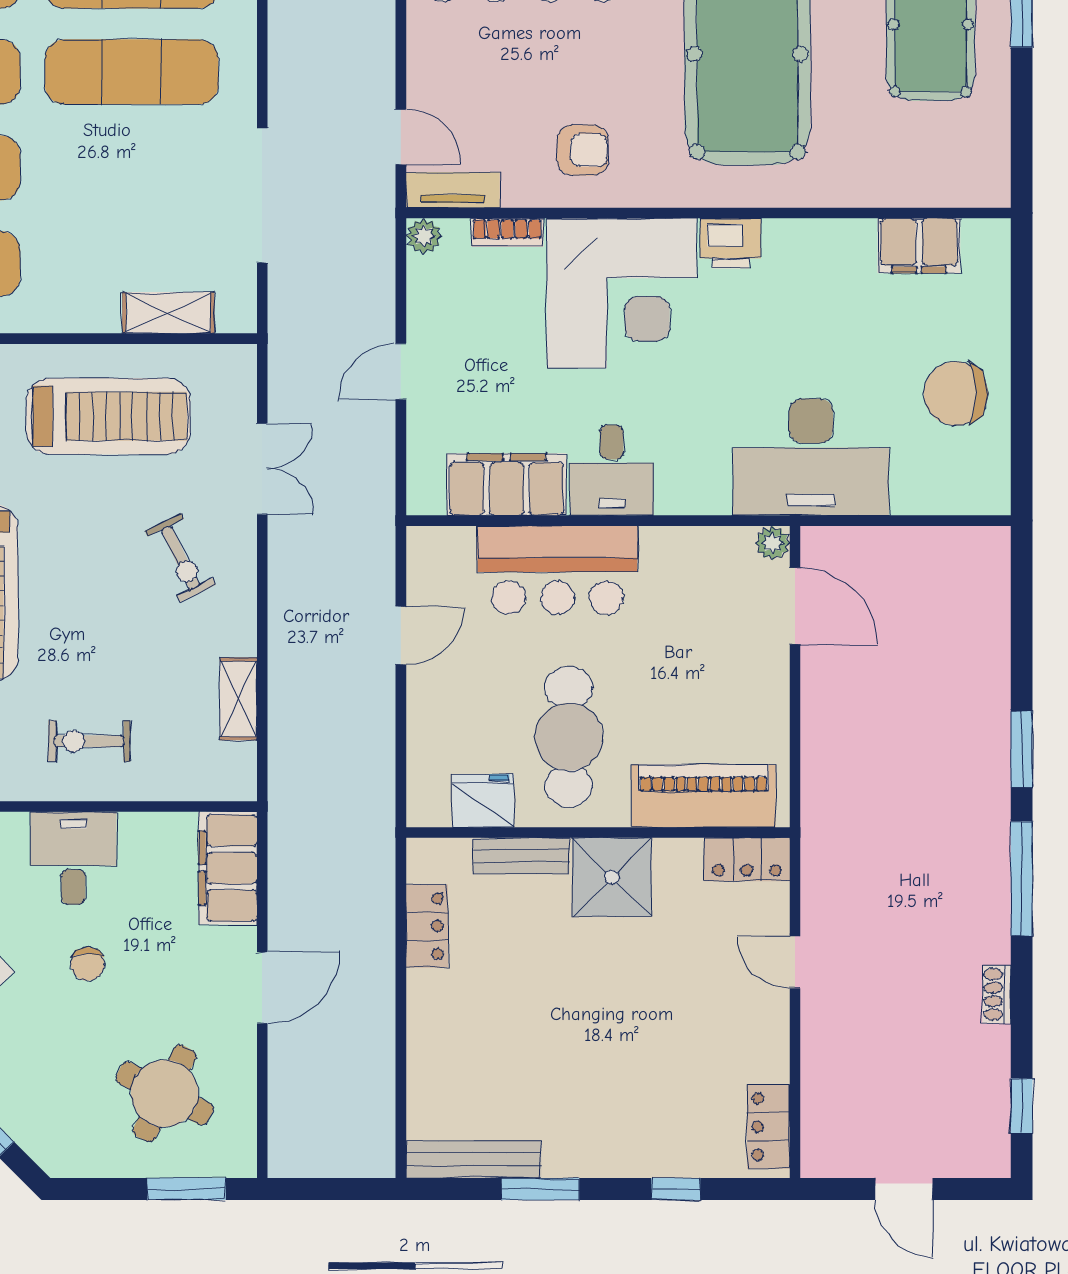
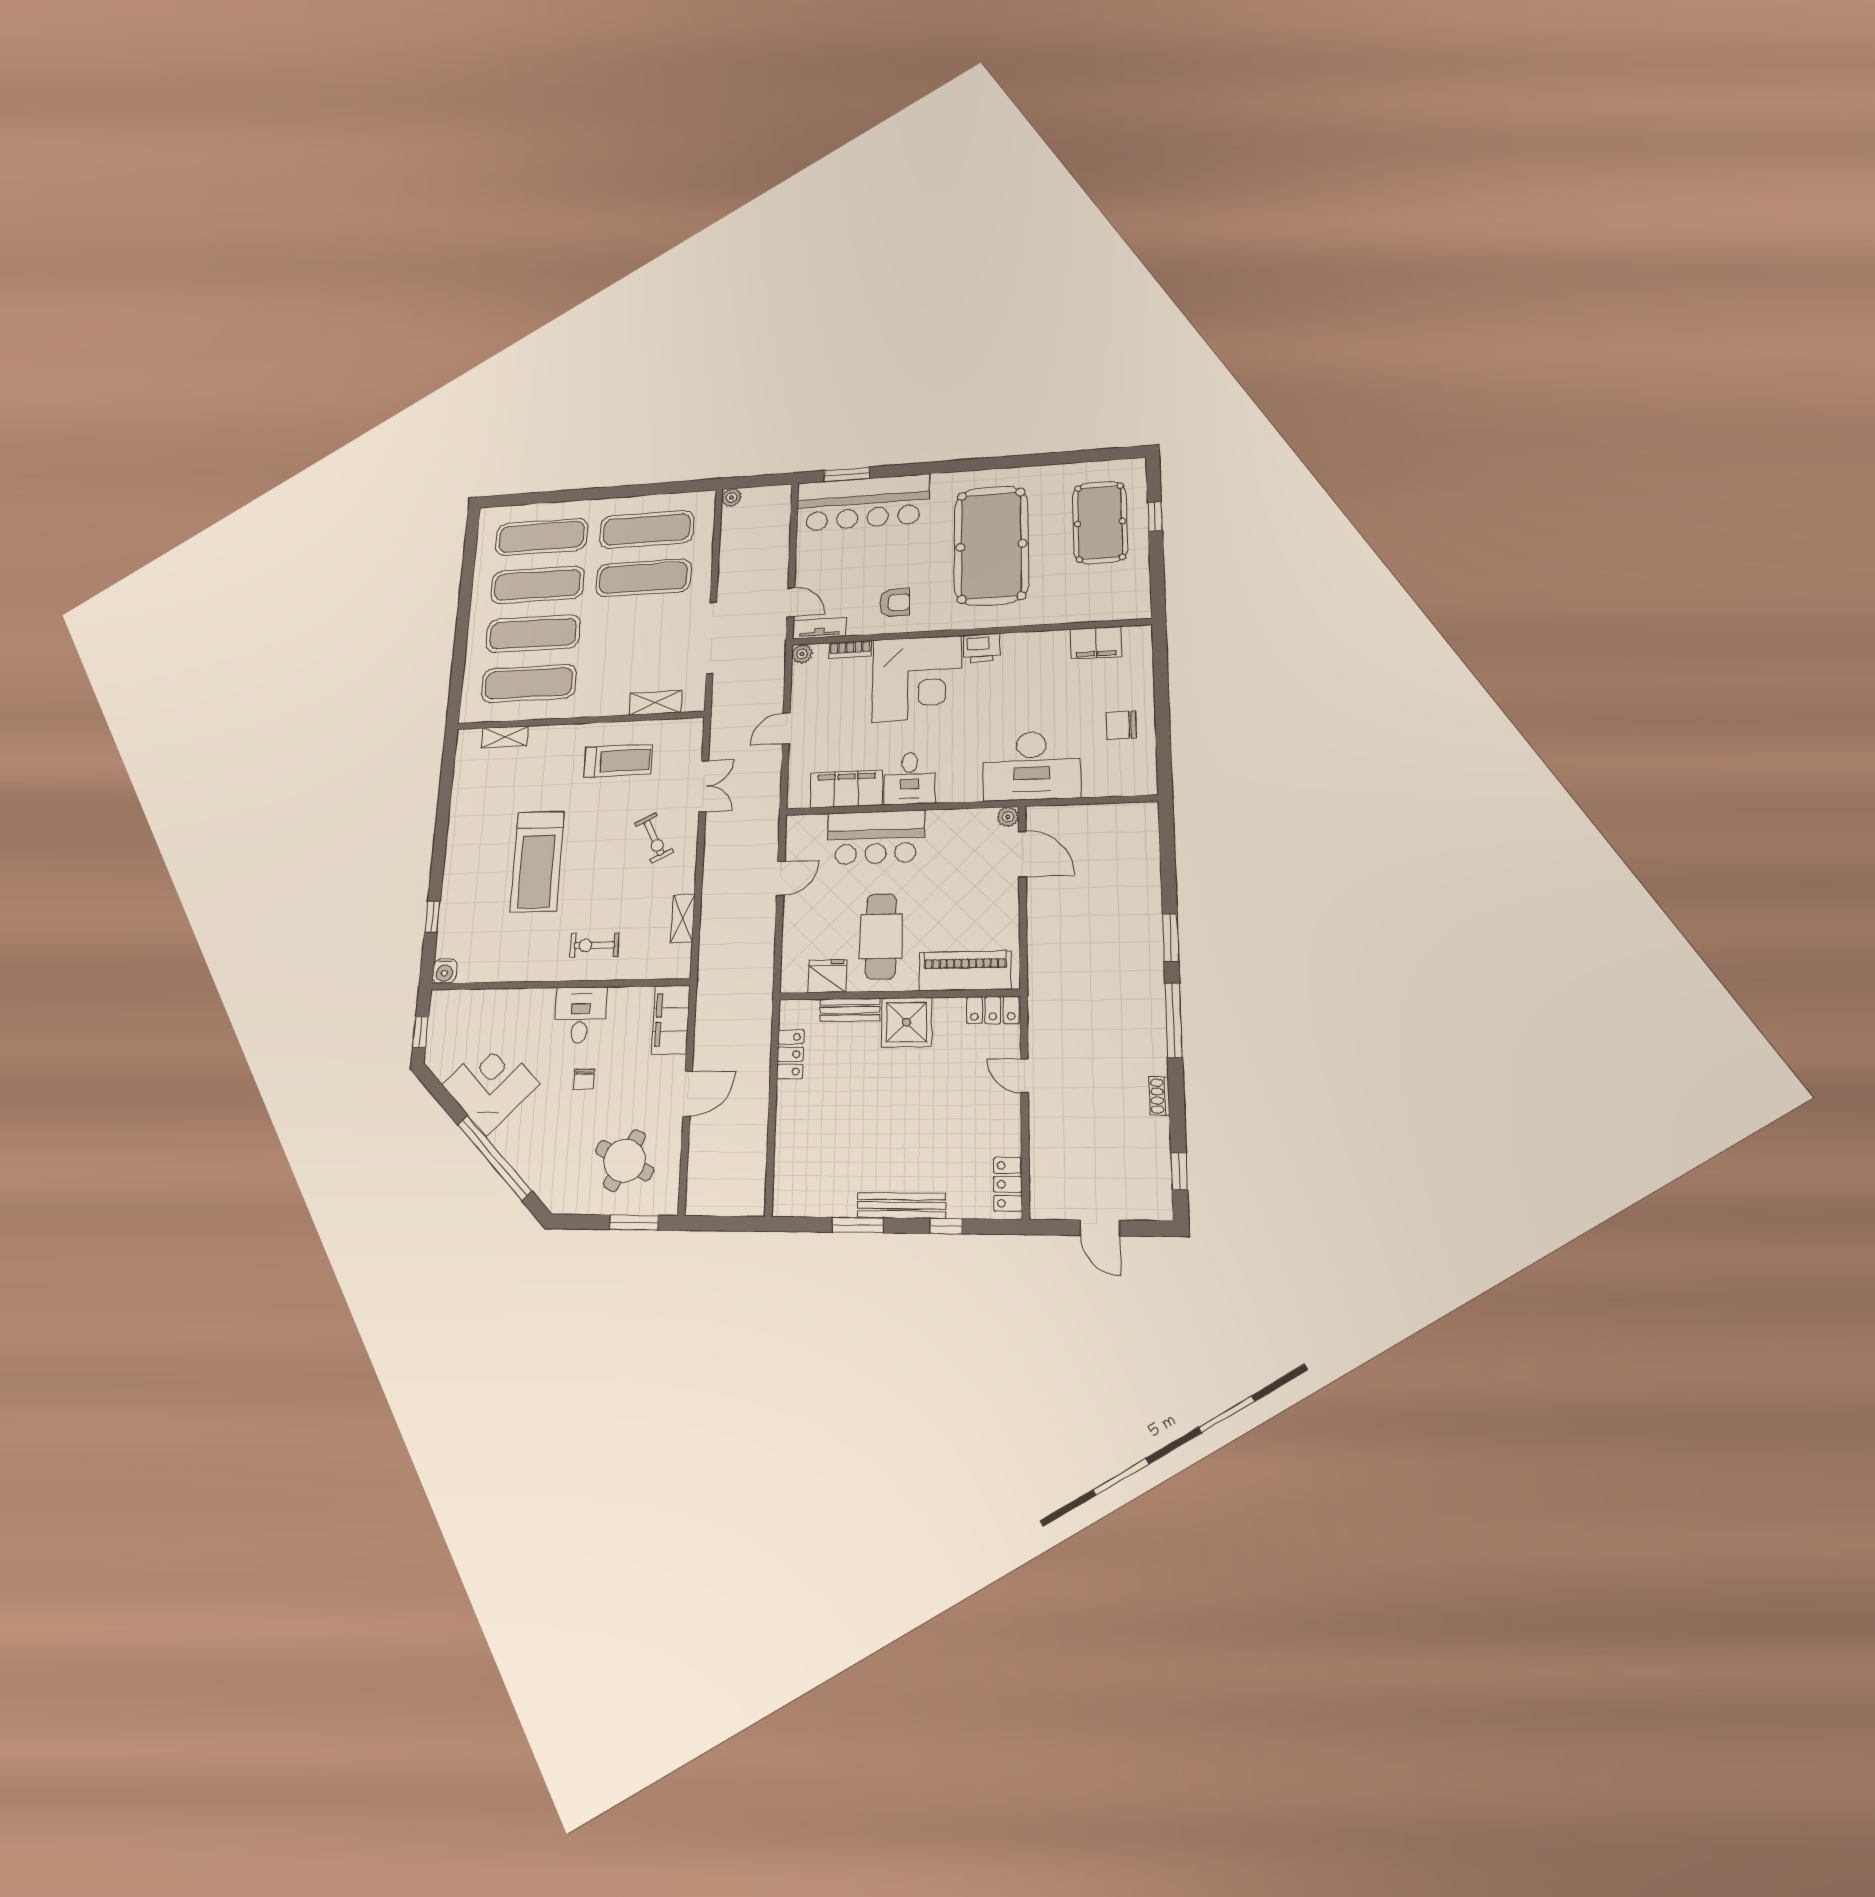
chair: (956, 394) -> (1121, 725), width x0.73, depth x0.73
treadmill: (108, 416) -> (618, 761), width x0.73, depth x0.73
bench: (474, 1159) -> (902, 1205), moved

